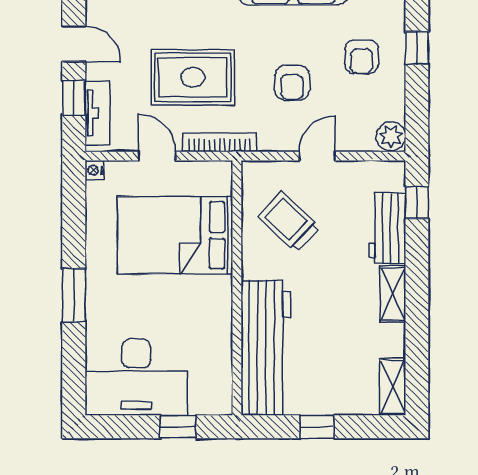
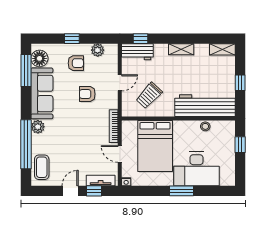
rug: (193, 77) -> (85, 138), removed
armchair: (292, 83) -> (87, 94), turned 180
plant: (391, 136) -> (98, 50), moved
door: (157, 156) -> (120, 154), hinge flipped
door: (317, 156) -> (120, 83), swing flipped
workbench: (387, 228) -> (137, 52), moved
stool: (219, 348) -> (205, 126), added
desk: (136, 377) -> (197, 169), moved, turned 90

